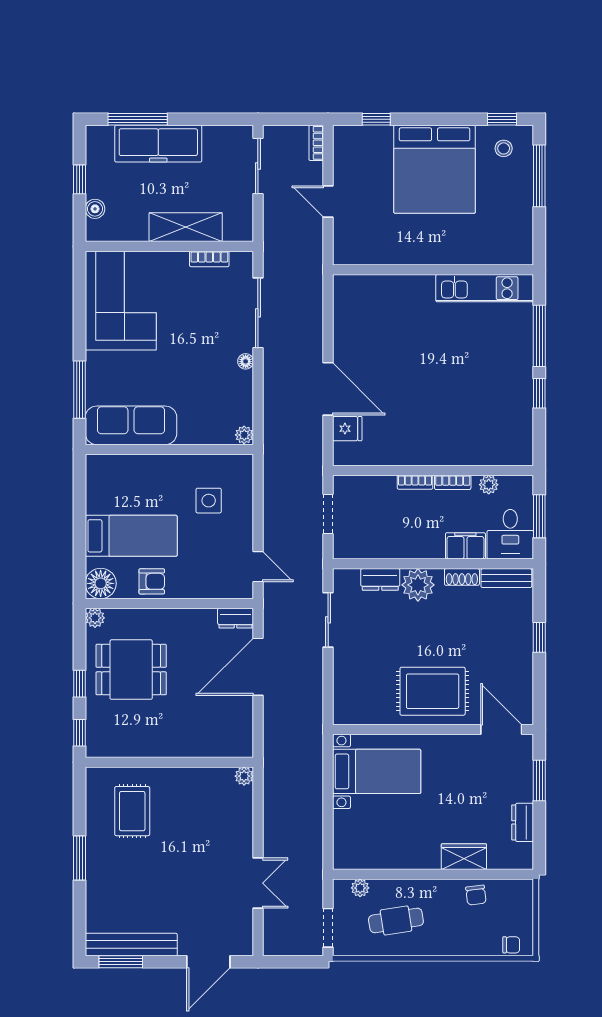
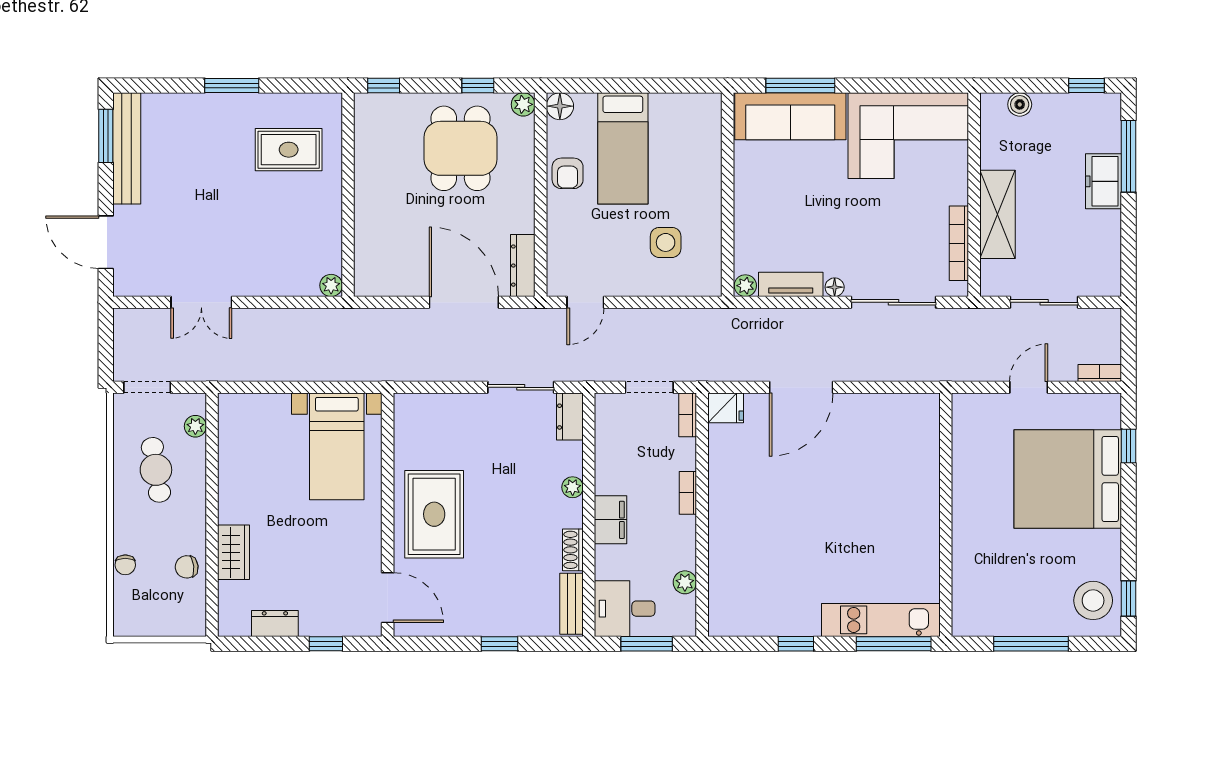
freezer: (158, 144) -> (1104, 181), width x0.52, depth x0.79
stool: (504, 148) -> (1093, 600), width x1.89, depth x1.89
sliding door: (258, 166) -> (1044, 302), moved
bed: (435, 169) -> (1068, 479), moved
window: (539, 176) -> (1031, 644), moved
window: (79, 179) -> (1087, 86), moved
bookcase: (209, 259) -> (959, 243), width x1.56
kitchen unit: (485, 288) -> (881, 620), moved, turned 90
window: (539, 336) -> (894, 644), moved
tv unit: (243, 397) -> (791, 284), added
sofa: (131, 425) -> (790, 116), moved, turned 90
fridge: (347, 429) -> (726, 408), moved, turned -90
bookcase: (453, 482) -> (688, 415), moved
filing cabinet: (465, 546) -> (611, 520), moved
dresser: (380, 579) -> (570, 417), moved
floor lamp: (101, 583) -> (560, 106), width x0.73, depth x0.73
plant: (418, 585) -> (573, 487), width x0.53, depth x0.53
dresser: (236, 618) -> (523, 266), width x1.44
window: (79, 684) -> (478, 86), moved
door: (501, 730) -> (388, 598), hinge flipped
window: (539, 780) -> (326, 644), width x0.67
chair: (511, 945) -> (125, 565), moved

